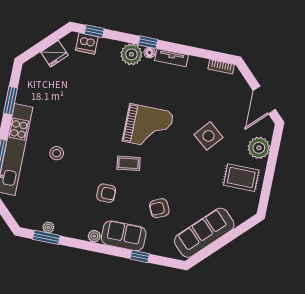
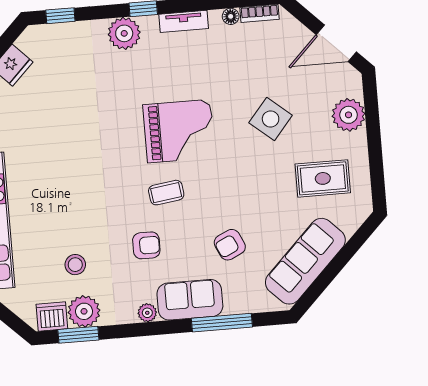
dishwasher: (87, 44) -> (52, 317), moved, turned 180
floor lamp: (149, 53) -> (231, 16), moved
door: (264, 100) -> (336, 43), hinge flipped
stool: (57, 153) -> (75, 265), moved
rug: (241, 178) -> (323, 178), moved
plant: (48, 227) -> (84, 311), width x1.88, depth x1.88
window: (140, 256) -> (222, 323), width x2.17

